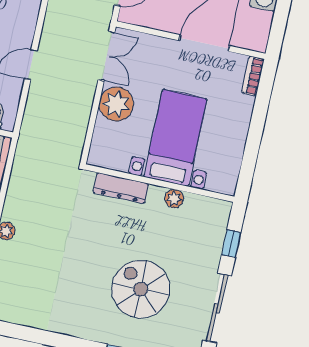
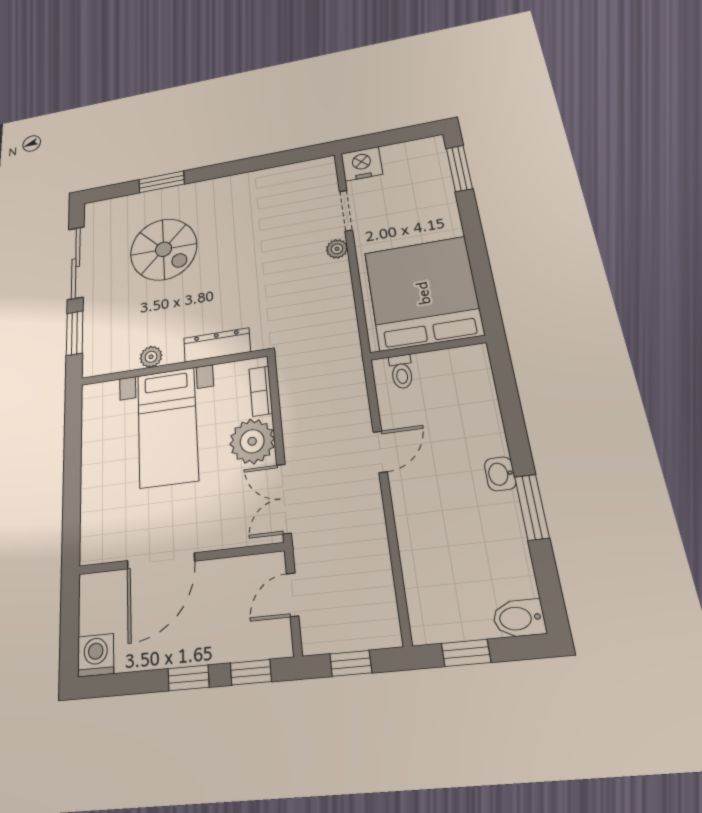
bookcase: (253, 76) -> (261, 391), moved, turned 180
window: (231, 244) -> (75, 333), width x1.50

